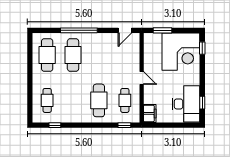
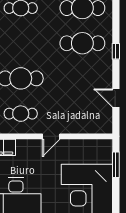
window: (79, 30) -> (116, 51), width x0.32
door: (125, 30) -> (116, 98), moved

